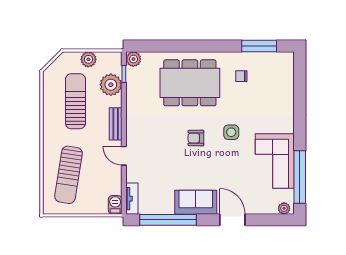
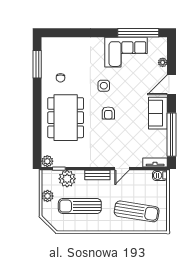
plant: (284, 208) -> (163, 62), moved

